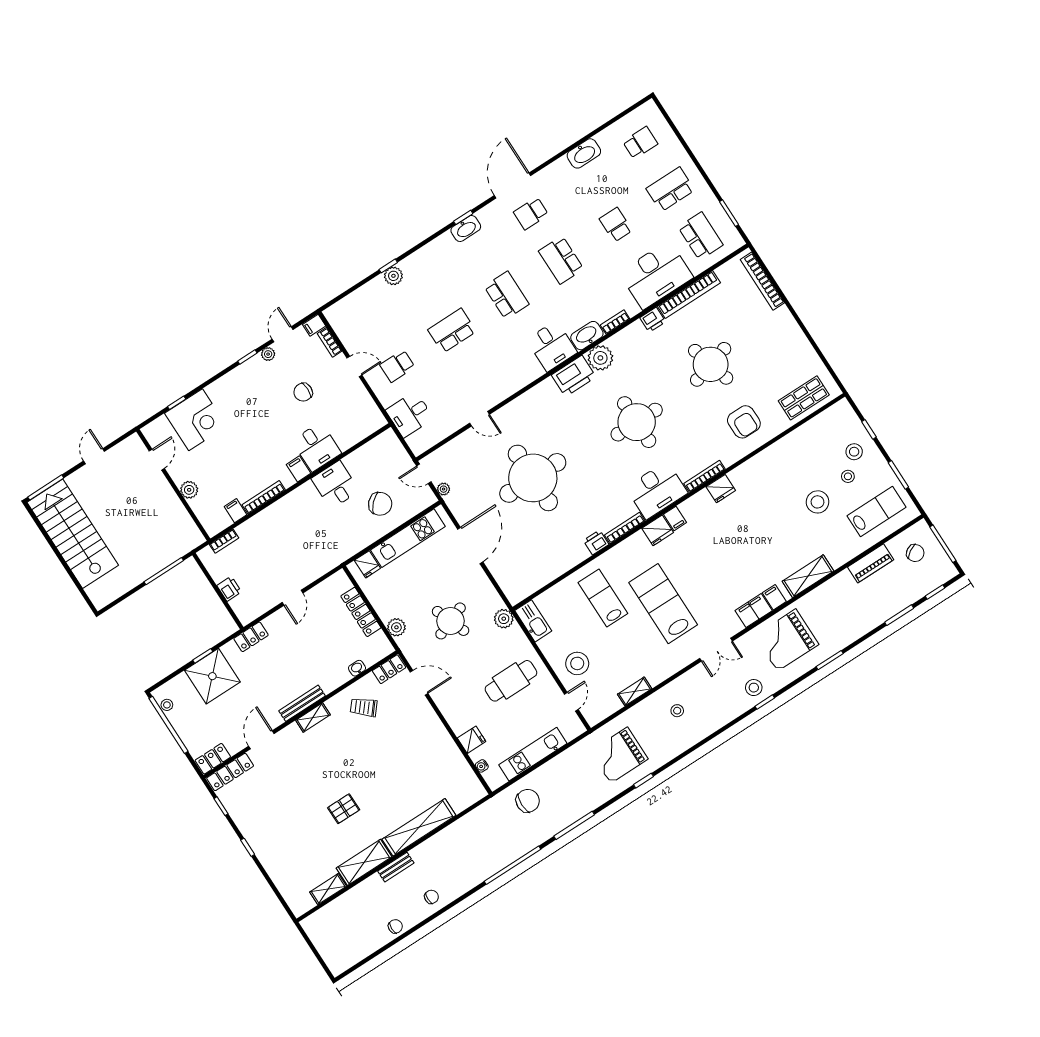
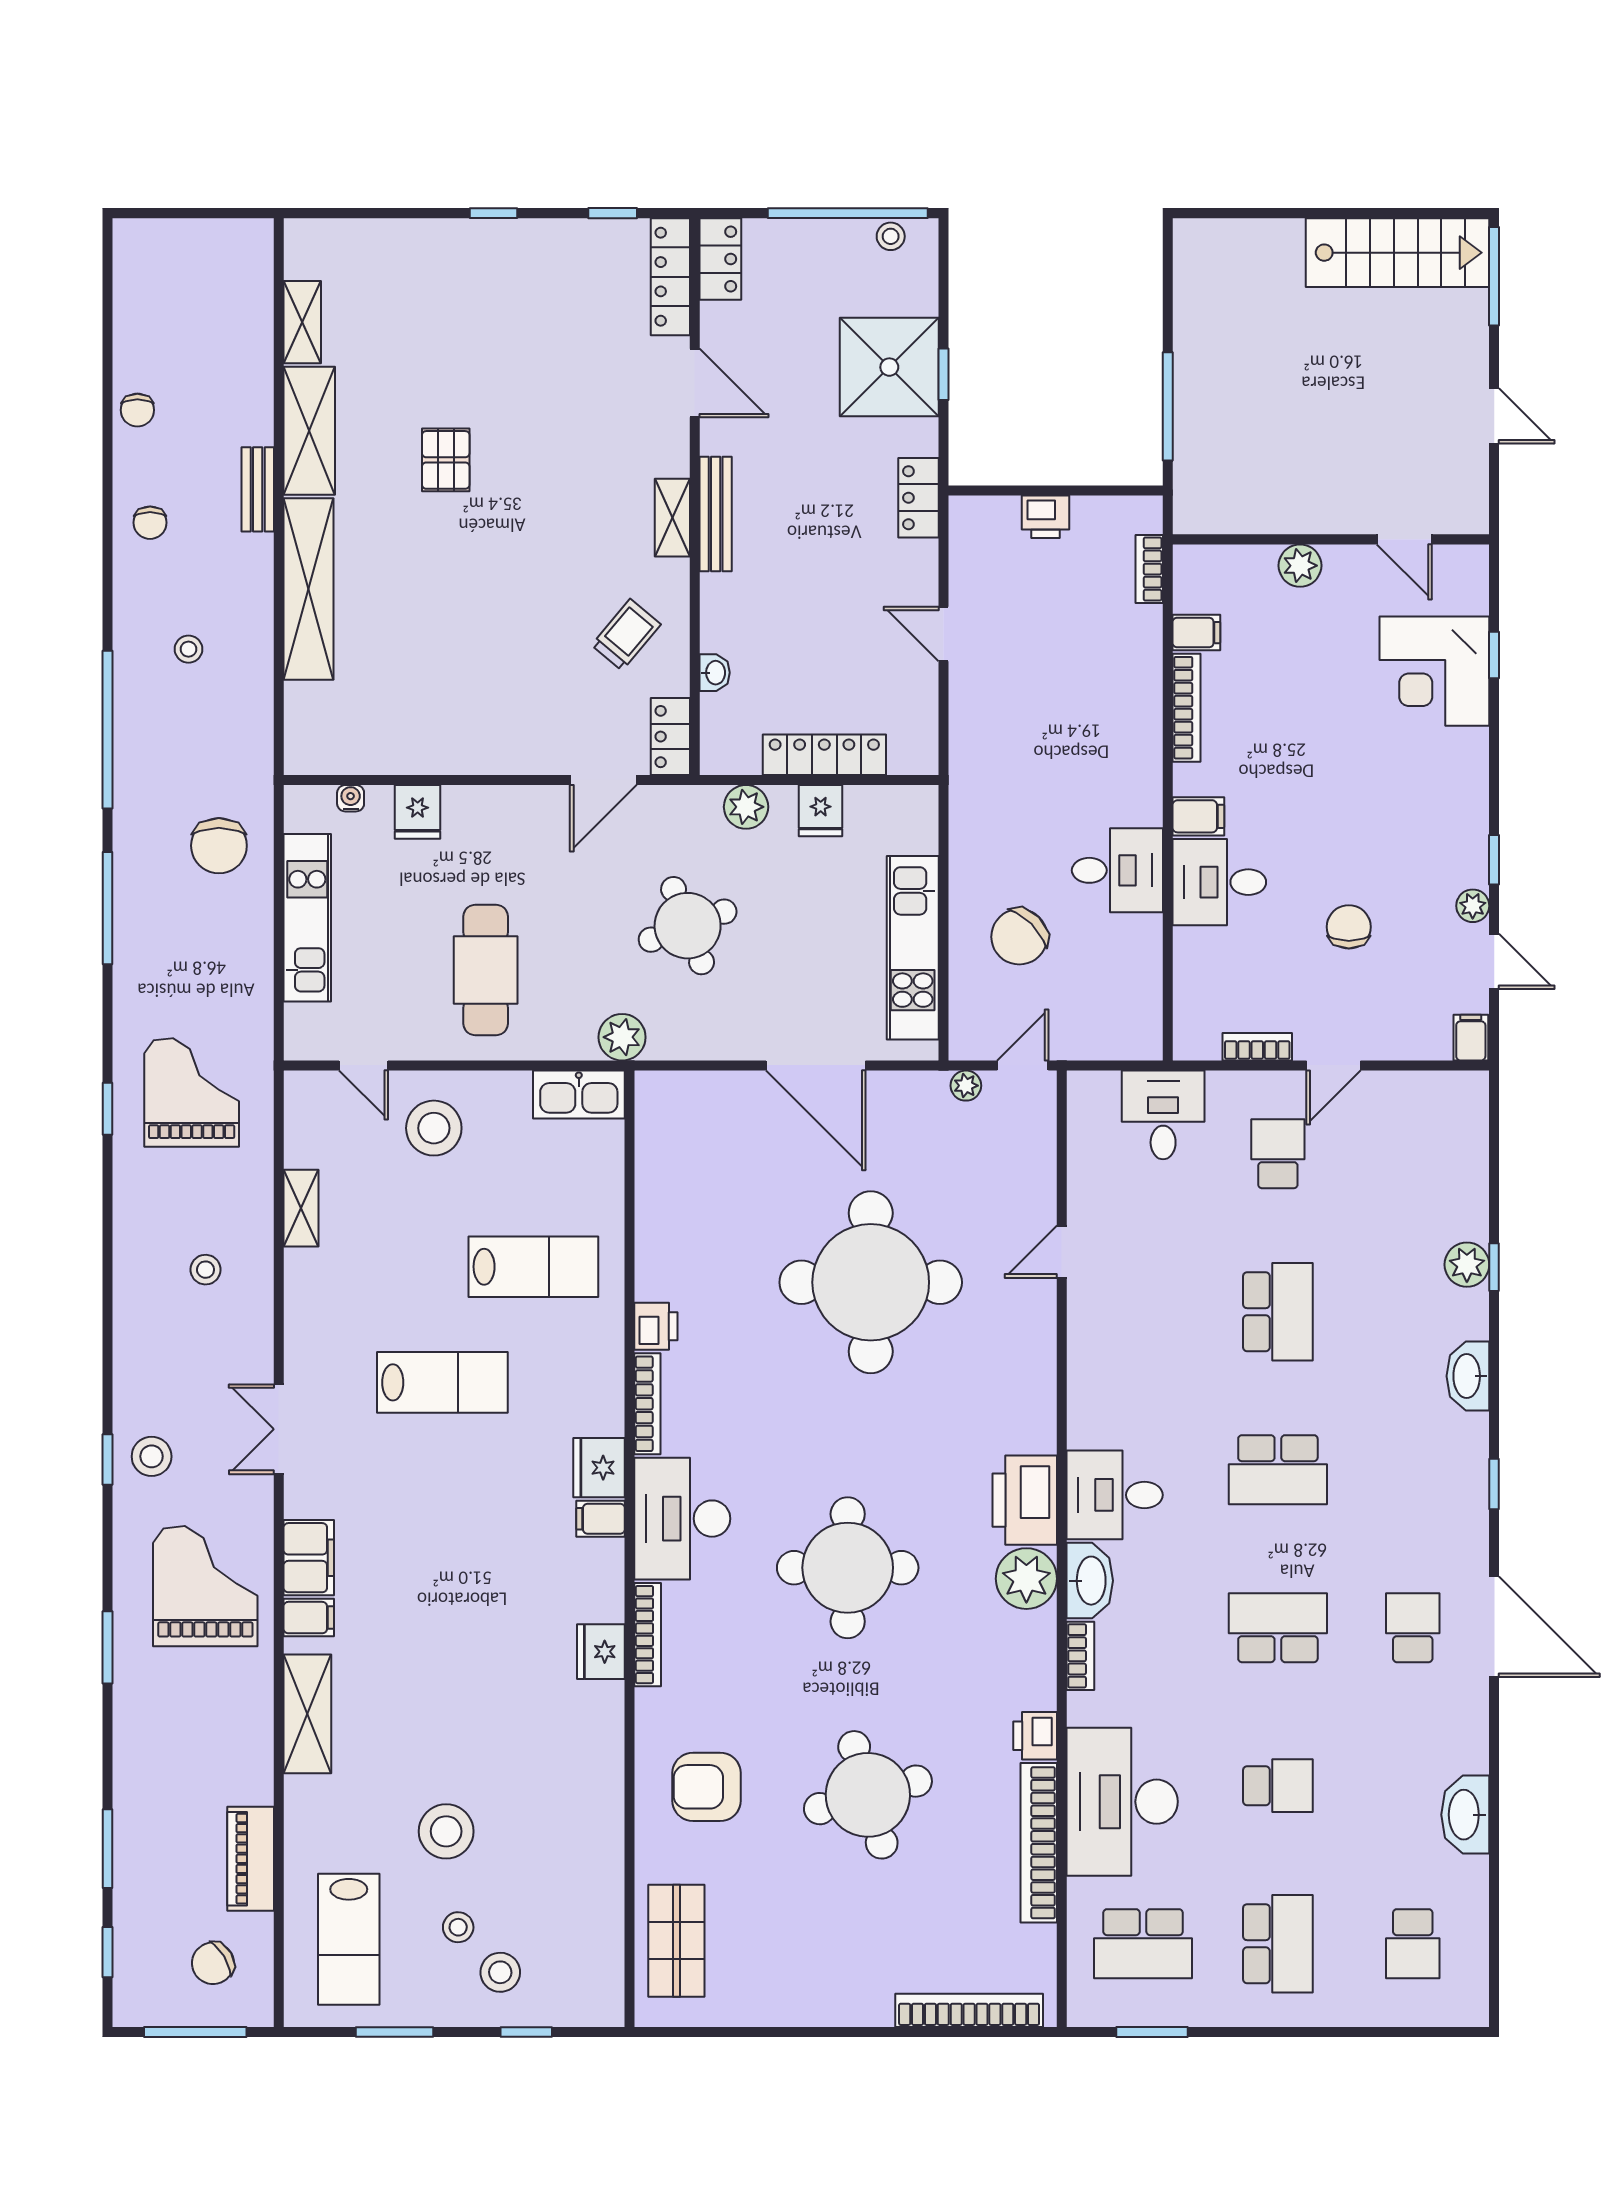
washbasin: (466, 229) -> (1468, 1376), moved
bookcase: (330, 342) -> (1257, 1047), moved
stairs: (73, 534) -> (1398, 253), width x0.73, depth x0.66
fridge: (367, 564) -> (821, 811), moved, turned -90
lab bench: (663, 604) -> (442, 1382), width x0.73, depth x0.72
stool: (467, 855) -> (188, 649), added

